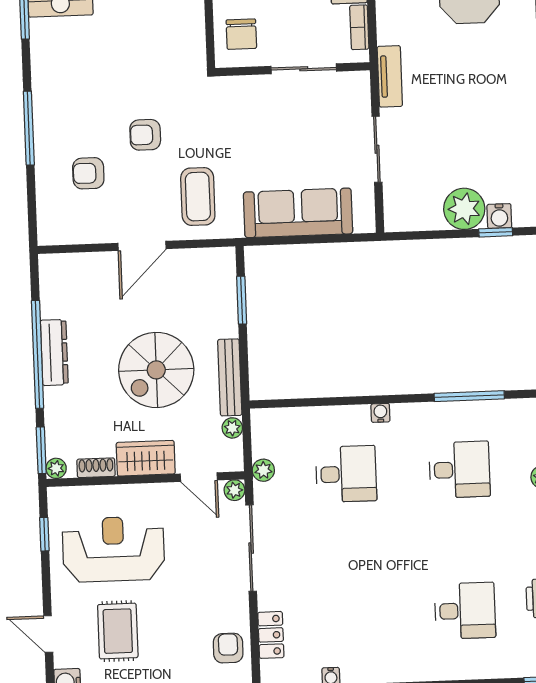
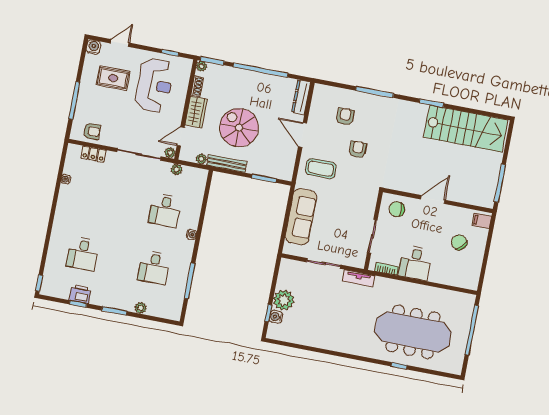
dresser: (54, 352) -> (301, 97), moved, turned 90

